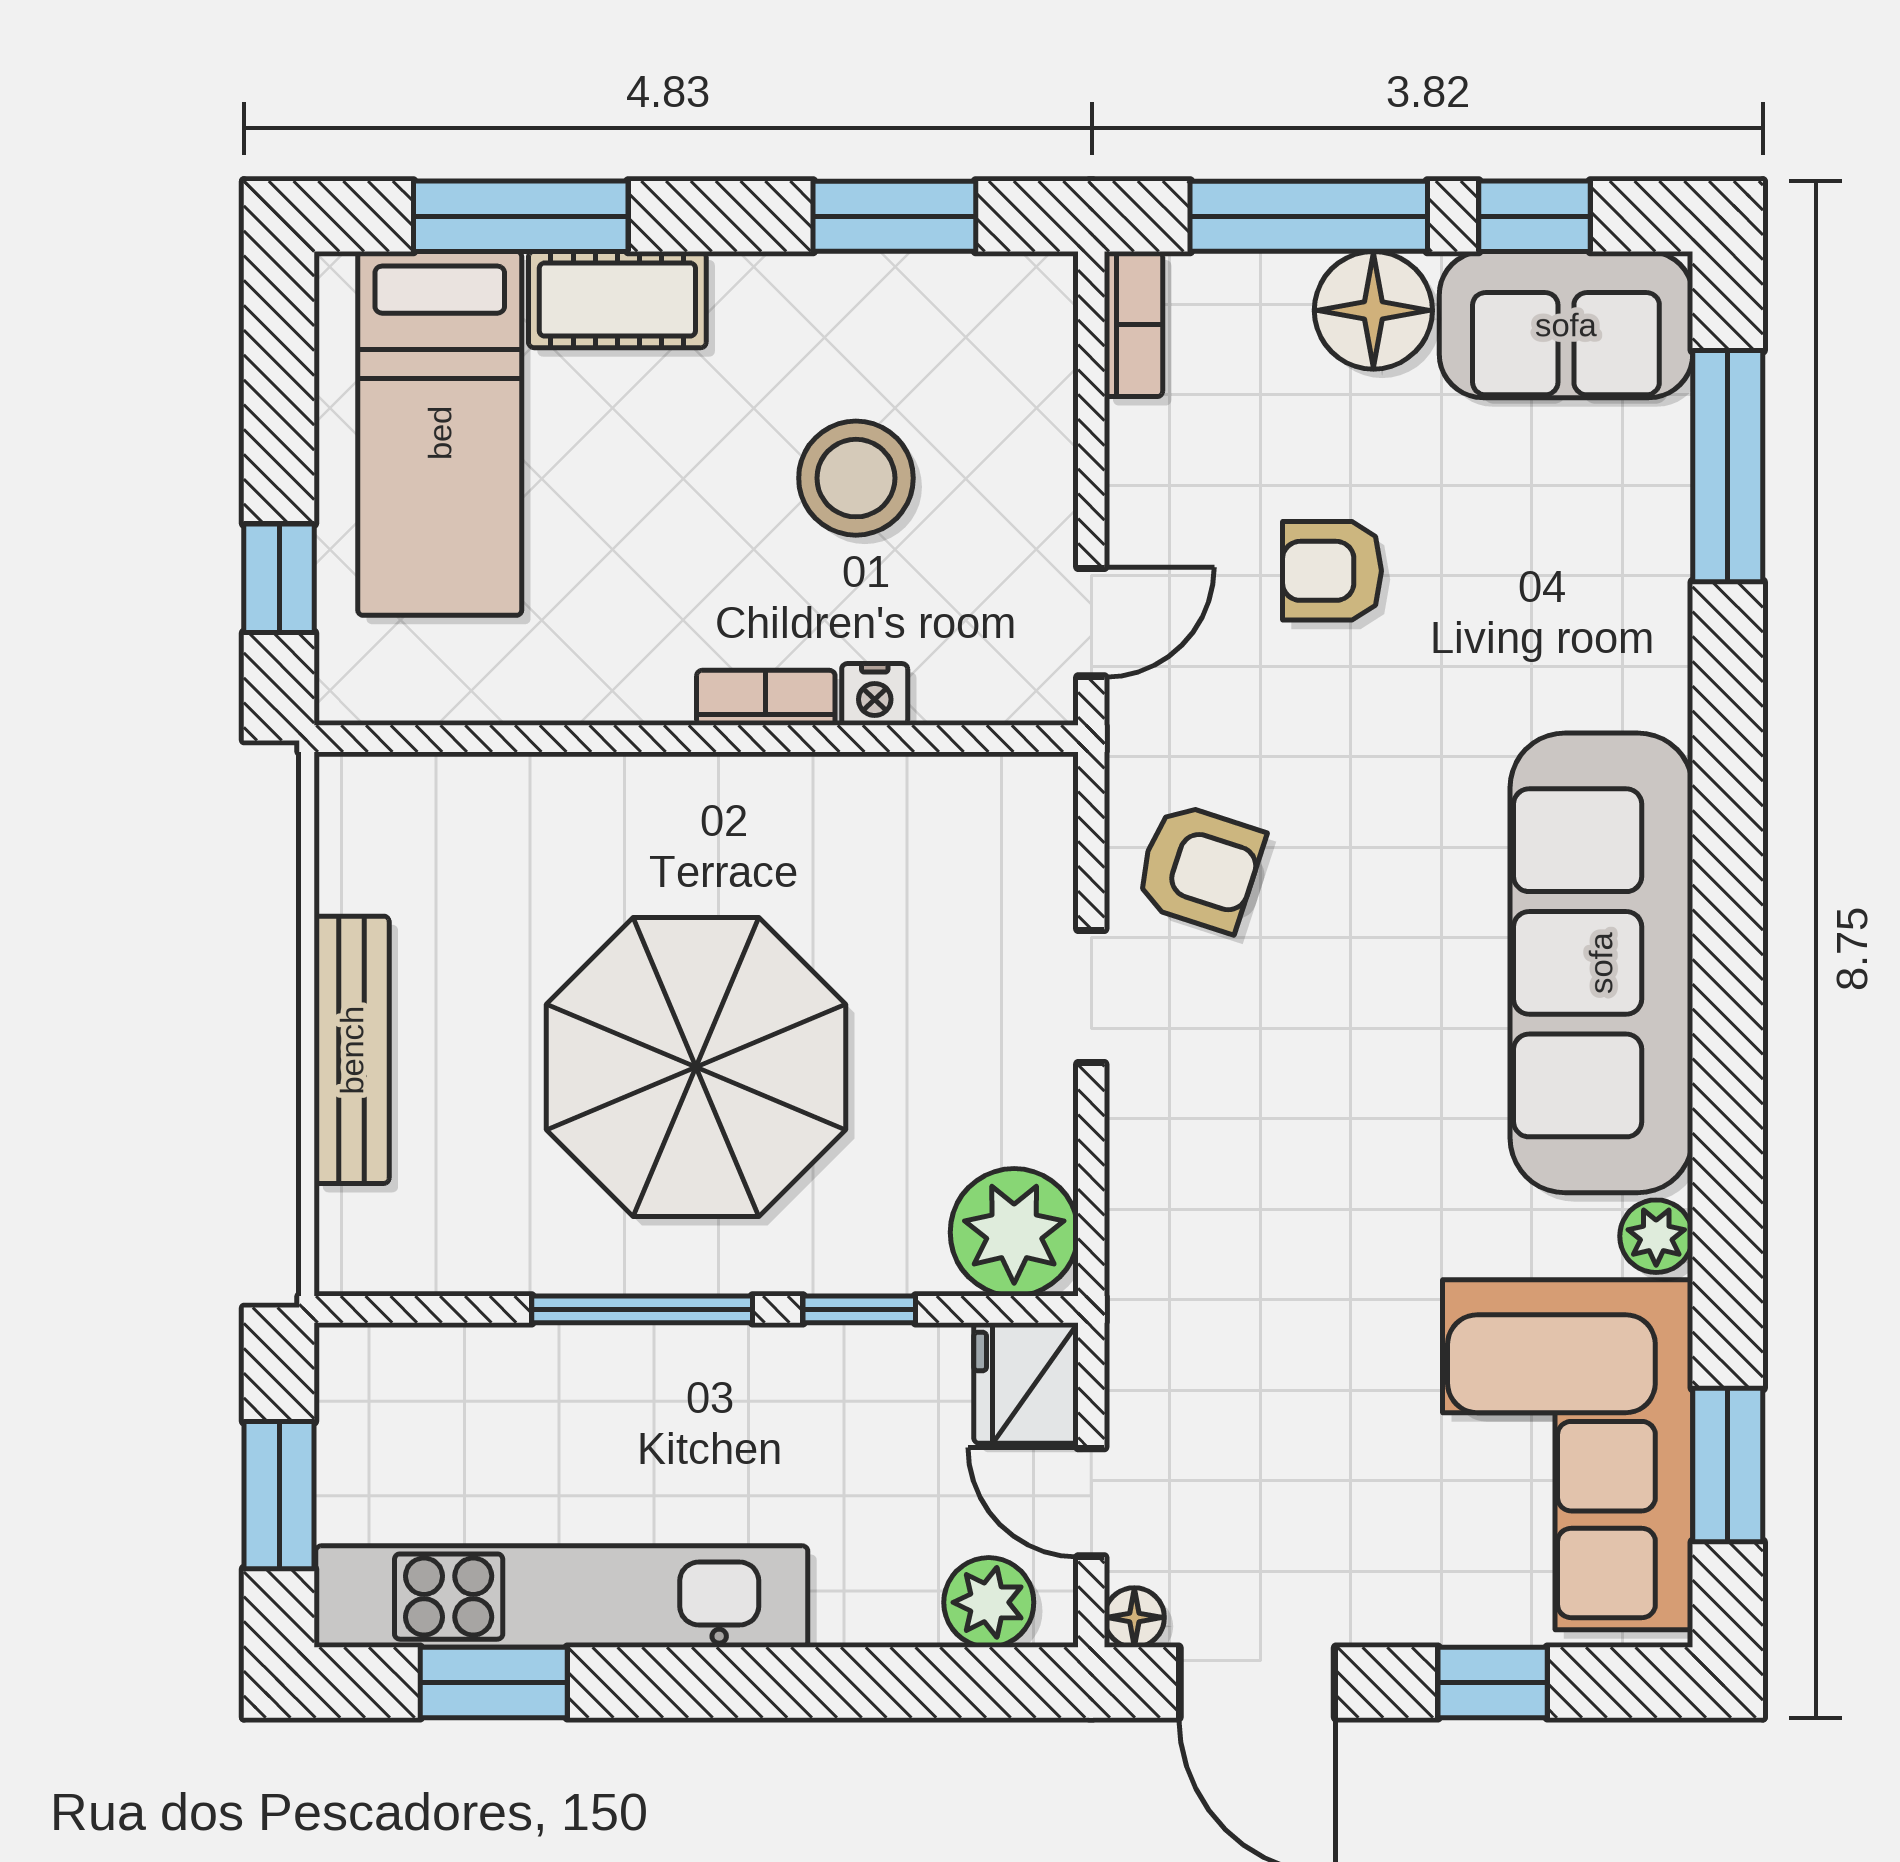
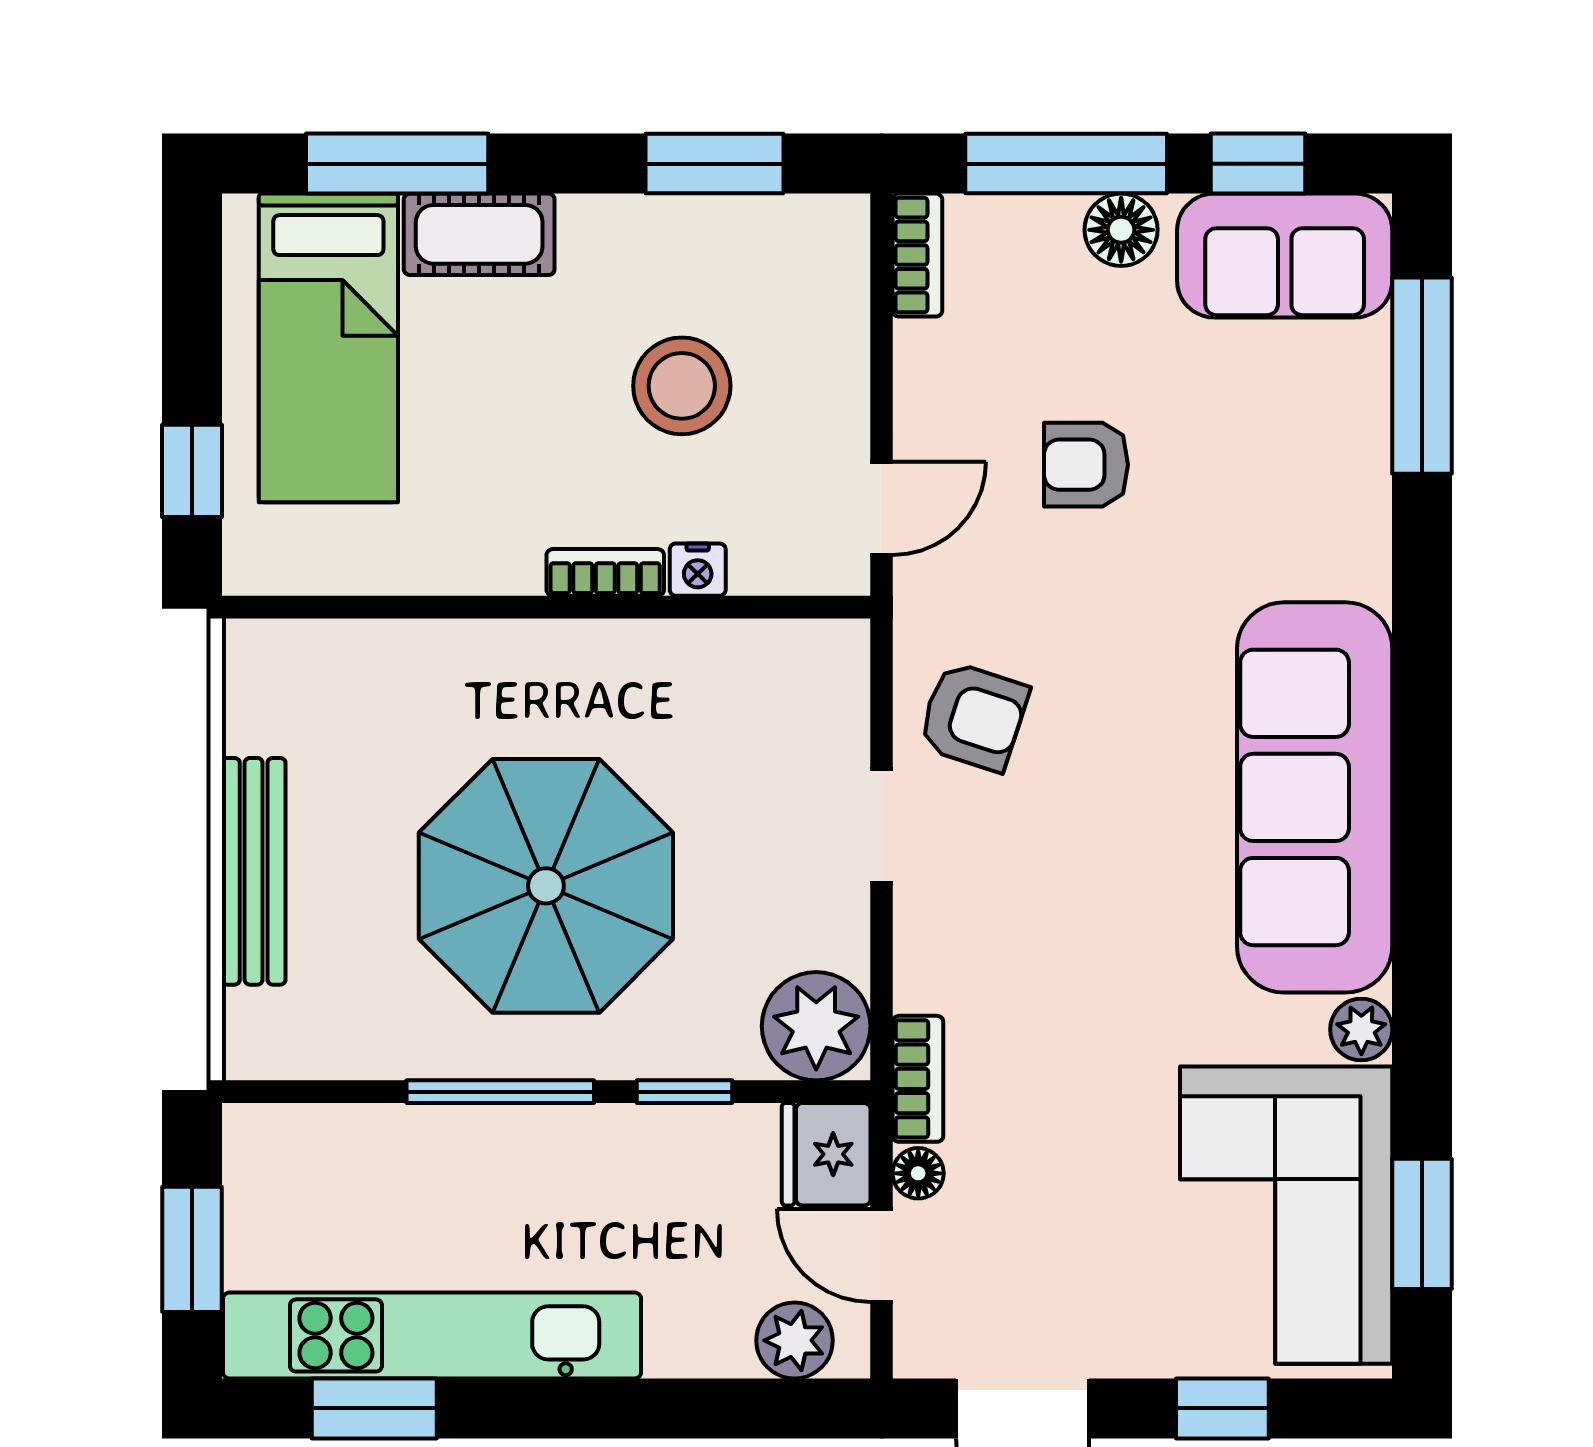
floor lamp: (1373, 310) -> (1121, 230), width x0.73, depth x0.73
bookcase: (1134, 1294) -> (918, 1079), added
floor lamp: (1134, 1617) -> (918, 1173), moved

